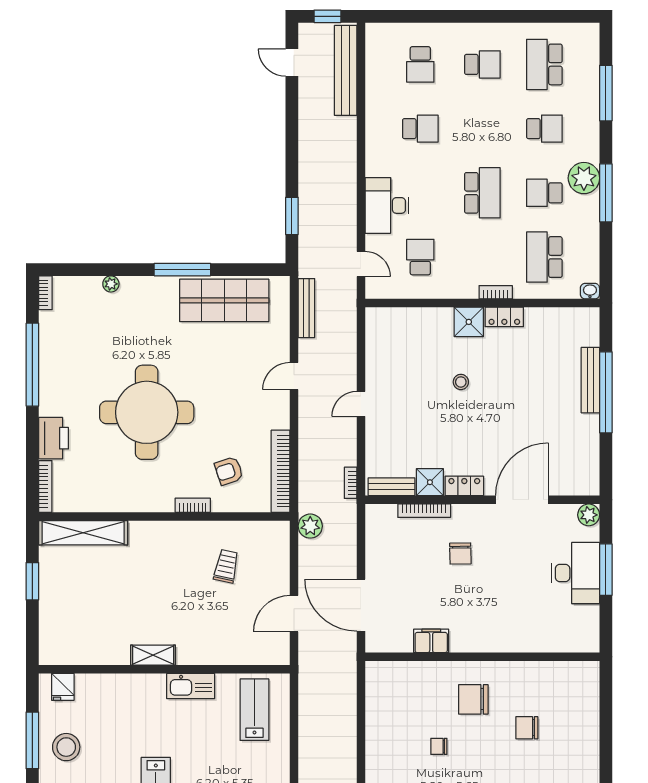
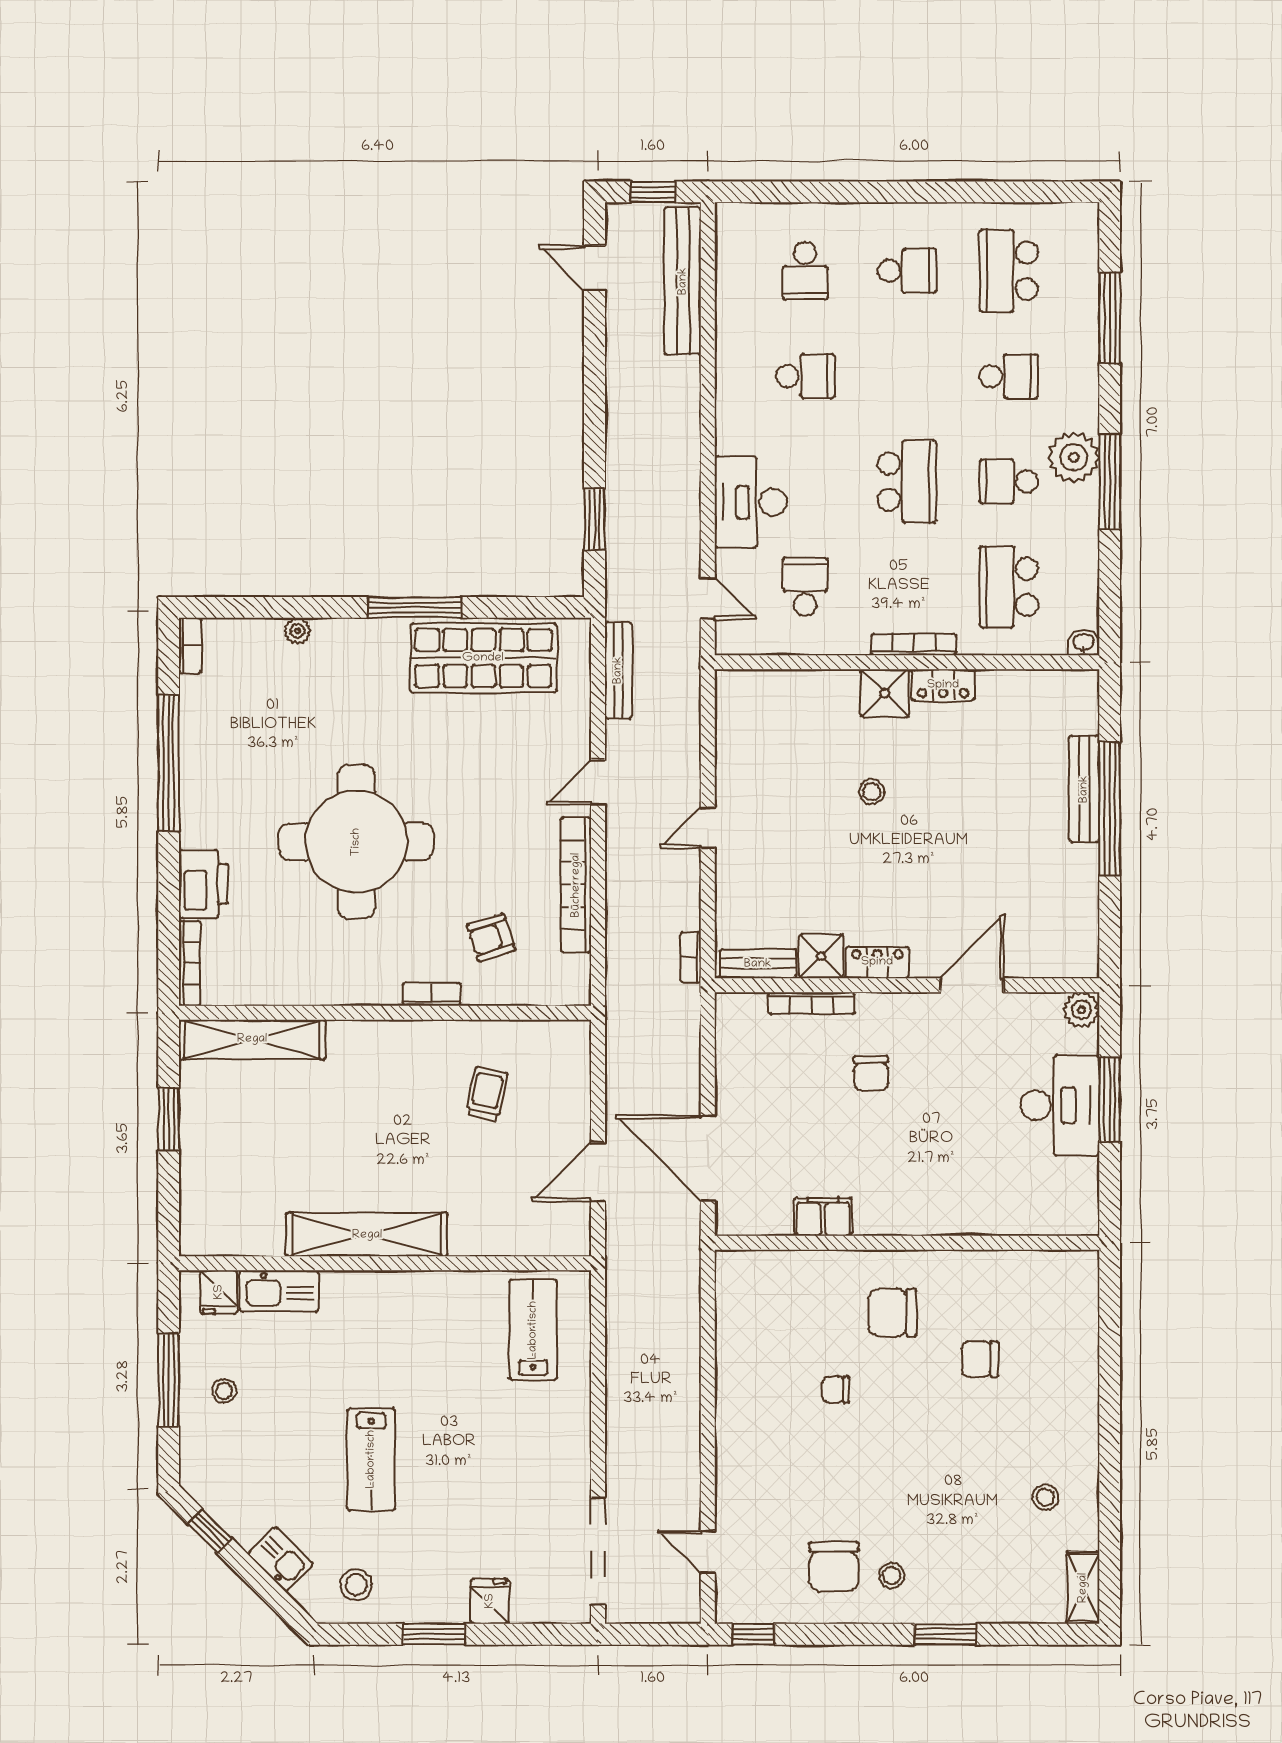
bookcase: (496, 292) -> (914, 645), width x1.56
bookcase: (280, 471) -> (576, 885), moved
door: (522, 500) -> (972, 985), width x0.73
plant: (310, 526) -> (625, 1028), removed
shelving: (153, 655) -> (367, 1235), width x2.20, depth x1.33
kitchen sink: (191, 686) -> (279, 1291), moved
stool: (66, 747) -> (224, 1391), width x0.53, depth x0.53

